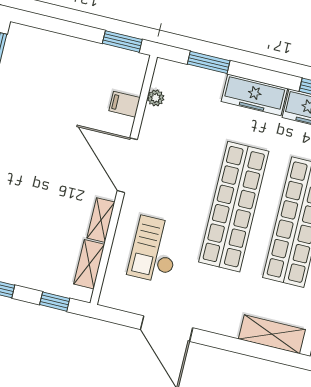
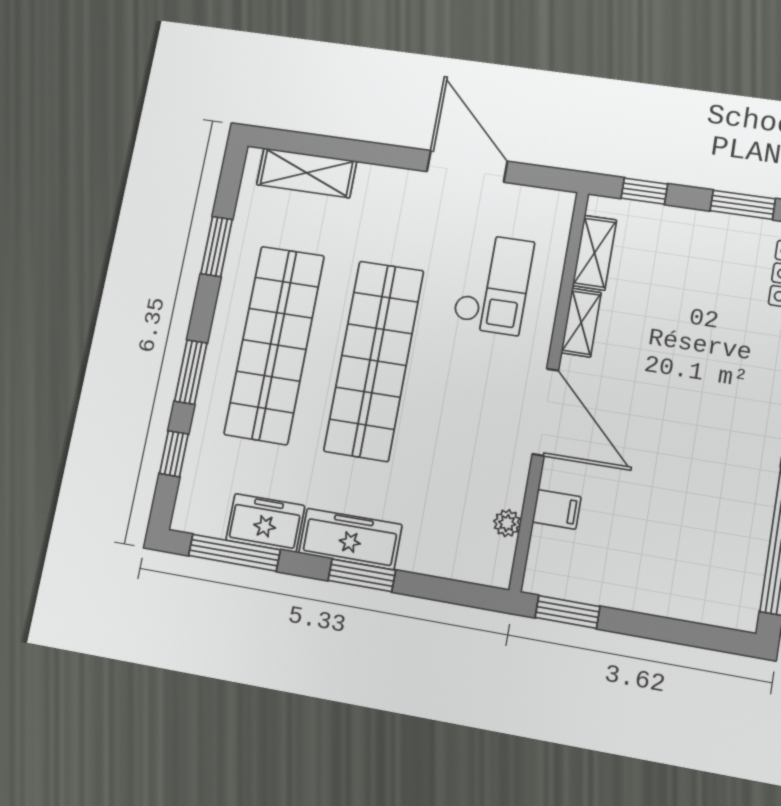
window: (209, 62) -> (362, 575), moved

